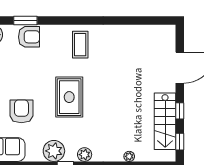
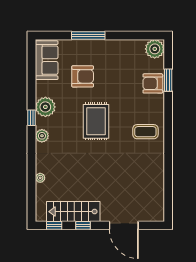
armchair: (29, 37) -> (153, 83), turned 90
rug: (69, 97) -> (96, 121), turned 90

